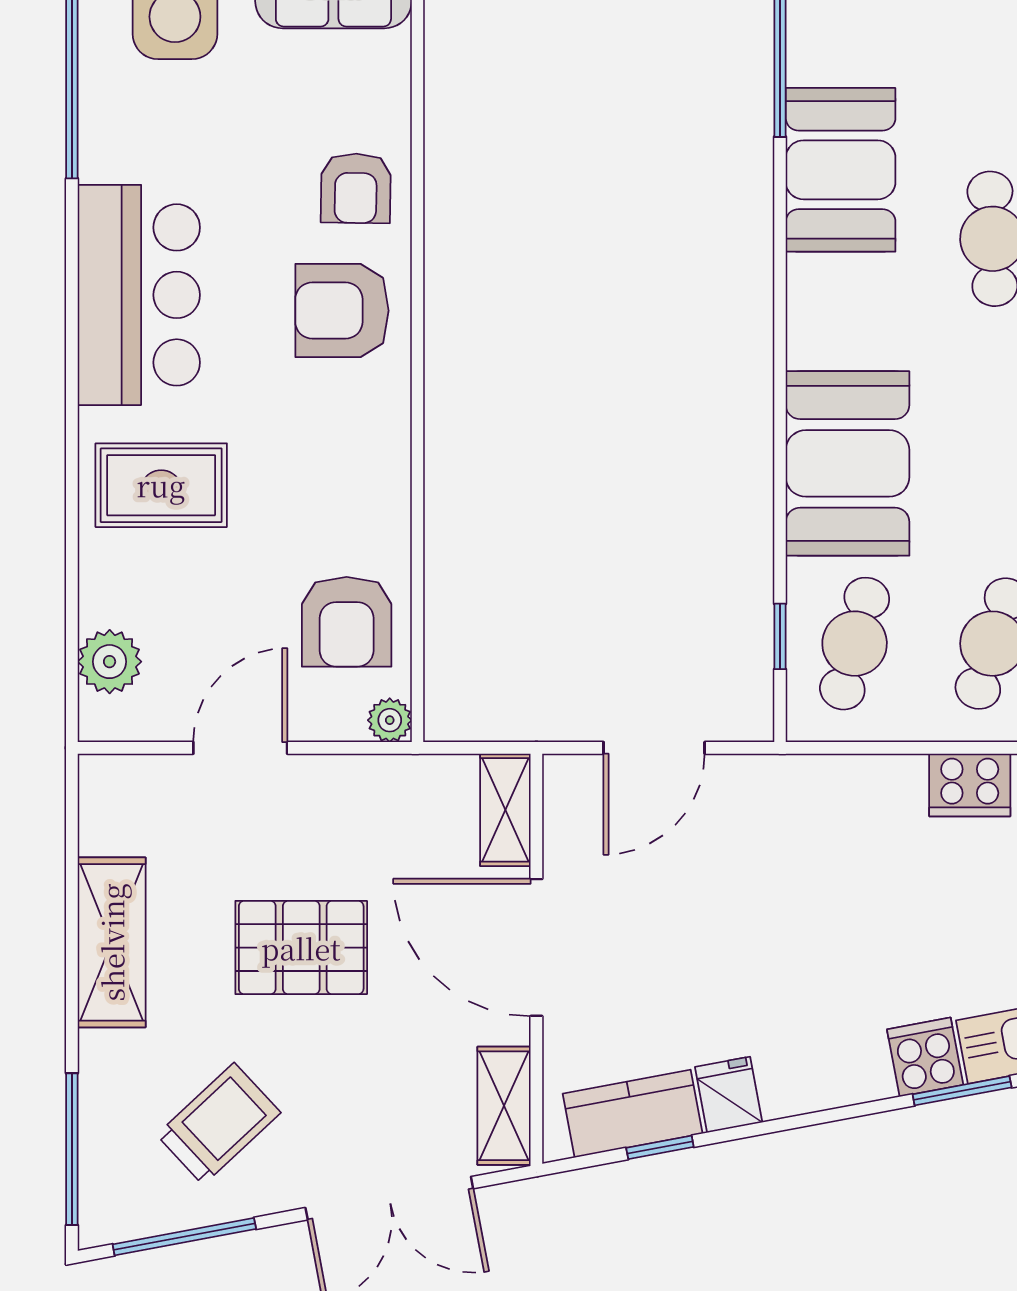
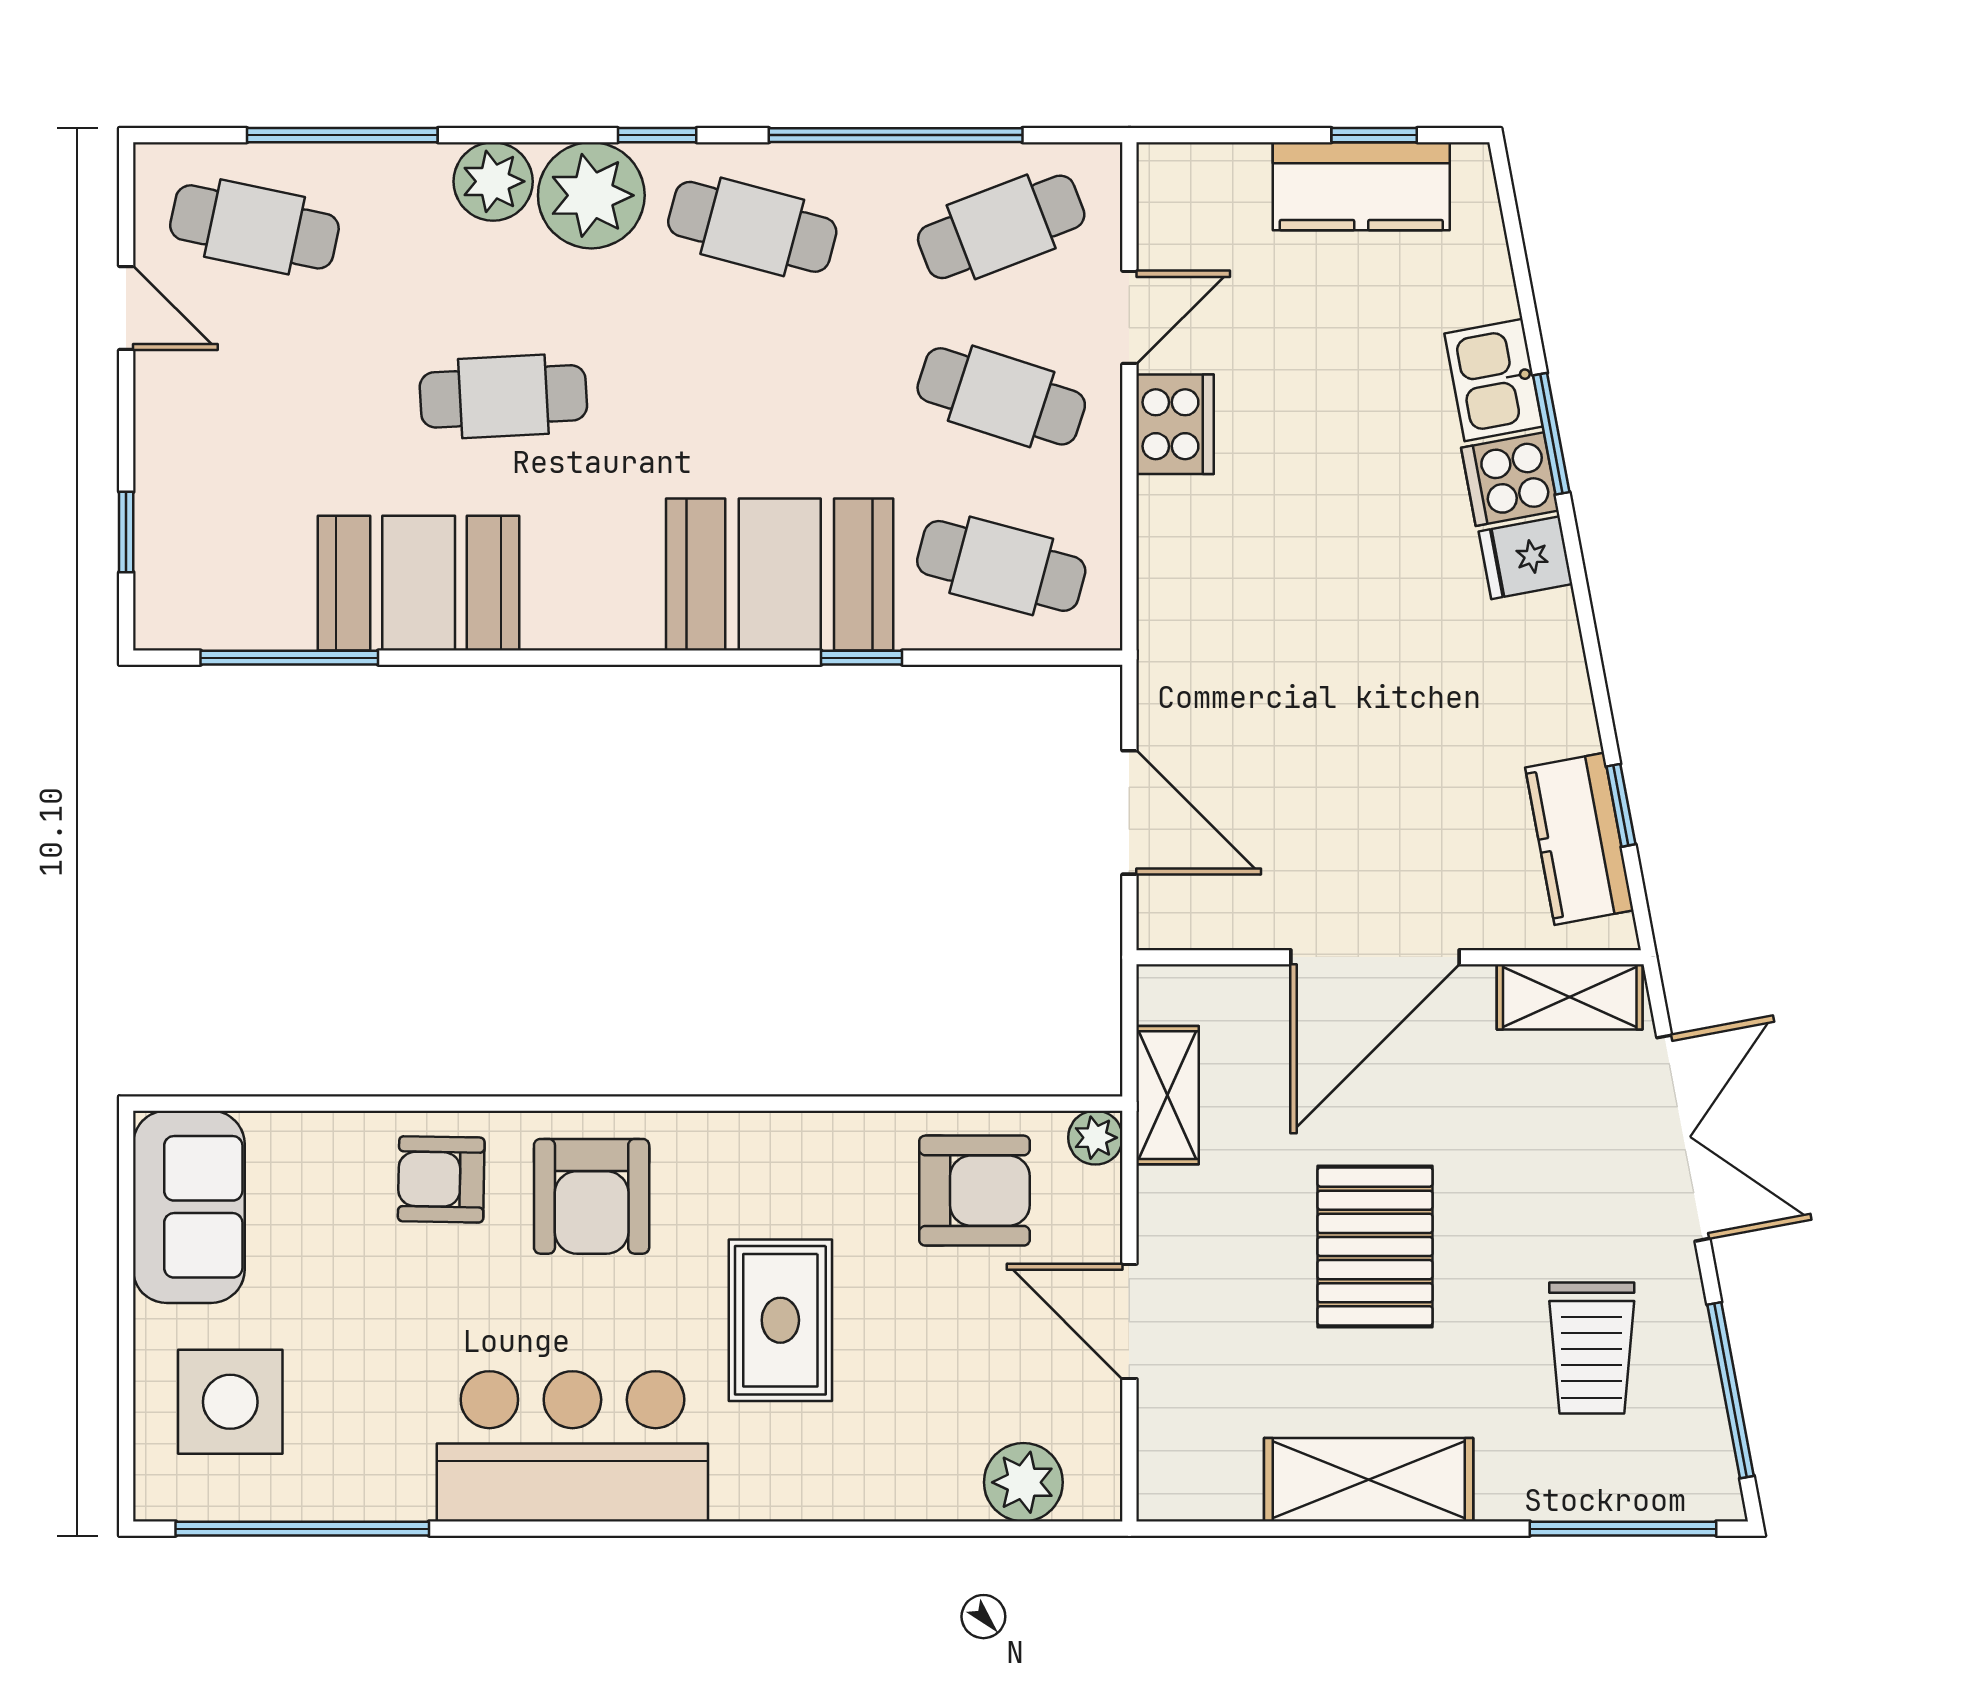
armchair: (356, 188) -> (441, 1179), turned 180
rug: (161, 485) -> (780, 1320), moved
window: (780, 636) -> (862, 658), moved
shelving: (505, 810) -> (1168, 1095), moved, turned 90
fridge: (729, 1095) -> (1525, 558), moved
trolley: (219, 1124) -> (1592, 1348), turned -137

